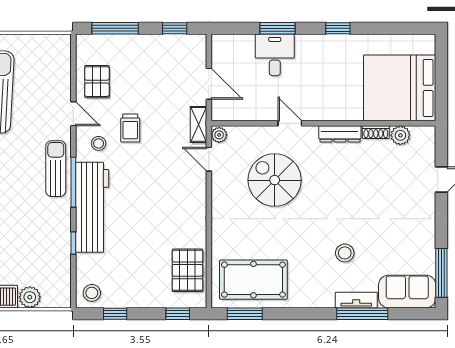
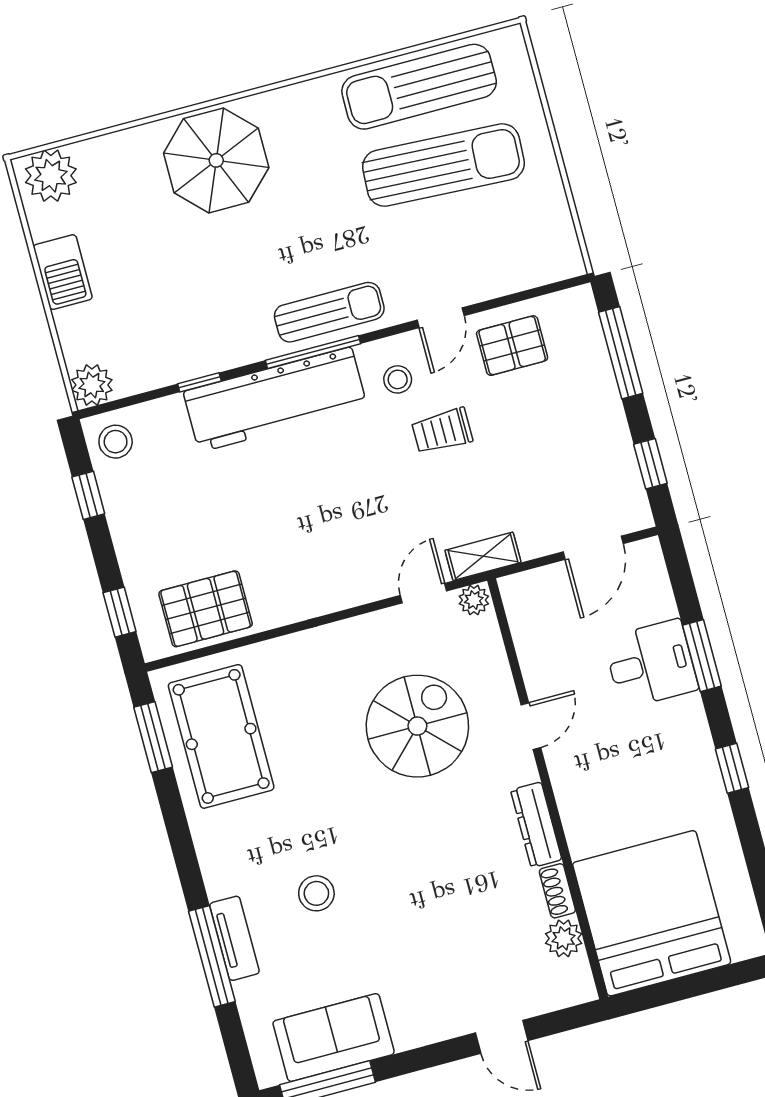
door: (209, 84) -> (593, 548), moved
sofa: (407, 292) -> (334, 1038), moved, turned -90
plant: (30, 297) -> (92, 385), moved

